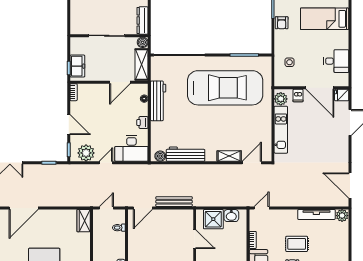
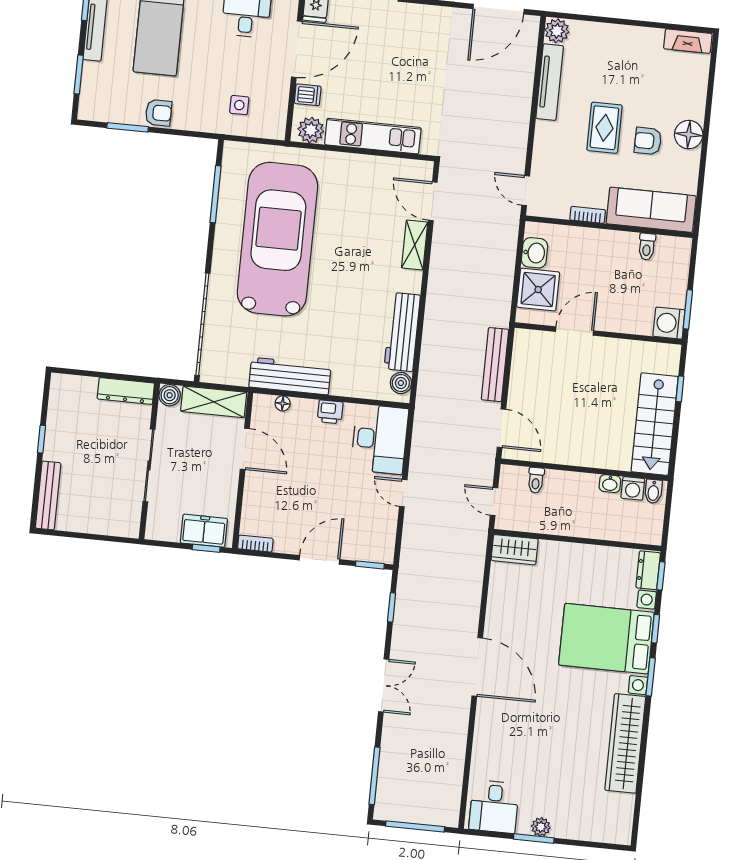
plant: (86, 153) -> (380, 531), removed

